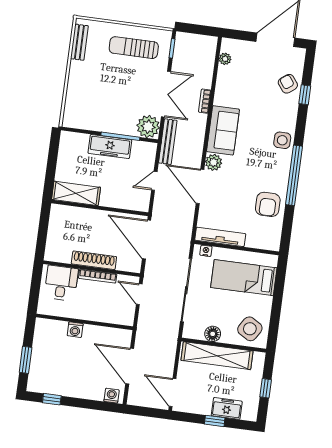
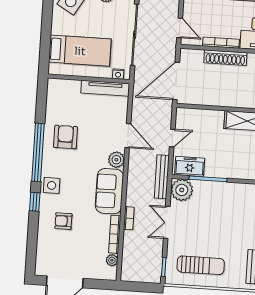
armchair: (288, 84) -> (63, 221), moved, turned 127
bookcase: (220, 85) -> (115, 234), added
double door: (166, 94) -> (167, 222), width x0.73
window: (305, 95) -> (35, 202), moved
freezer: (110, 147) -> (190, 166), moved, width x0.71
door: (200, 186) -> (128, 136), width x0.73
armchair: (268, 204) -> (65, 137), moved
door: (147, 240) -> (176, 81), swing flipped

